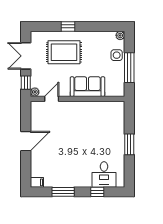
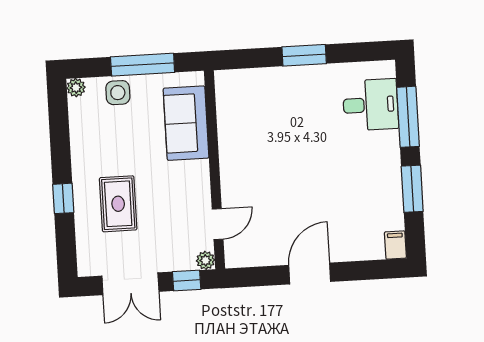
rug: (64, 52) -> (118, 204), width x0.73, depth x0.70
sofa: (87, 87) -> (186, 123), moved
door: (52, 99) -> (218, 224), swing flipped
door: (26, 141) -> (310, 273), hinge flipped
window: (97, 192) -> (408, 117), width x2.17

